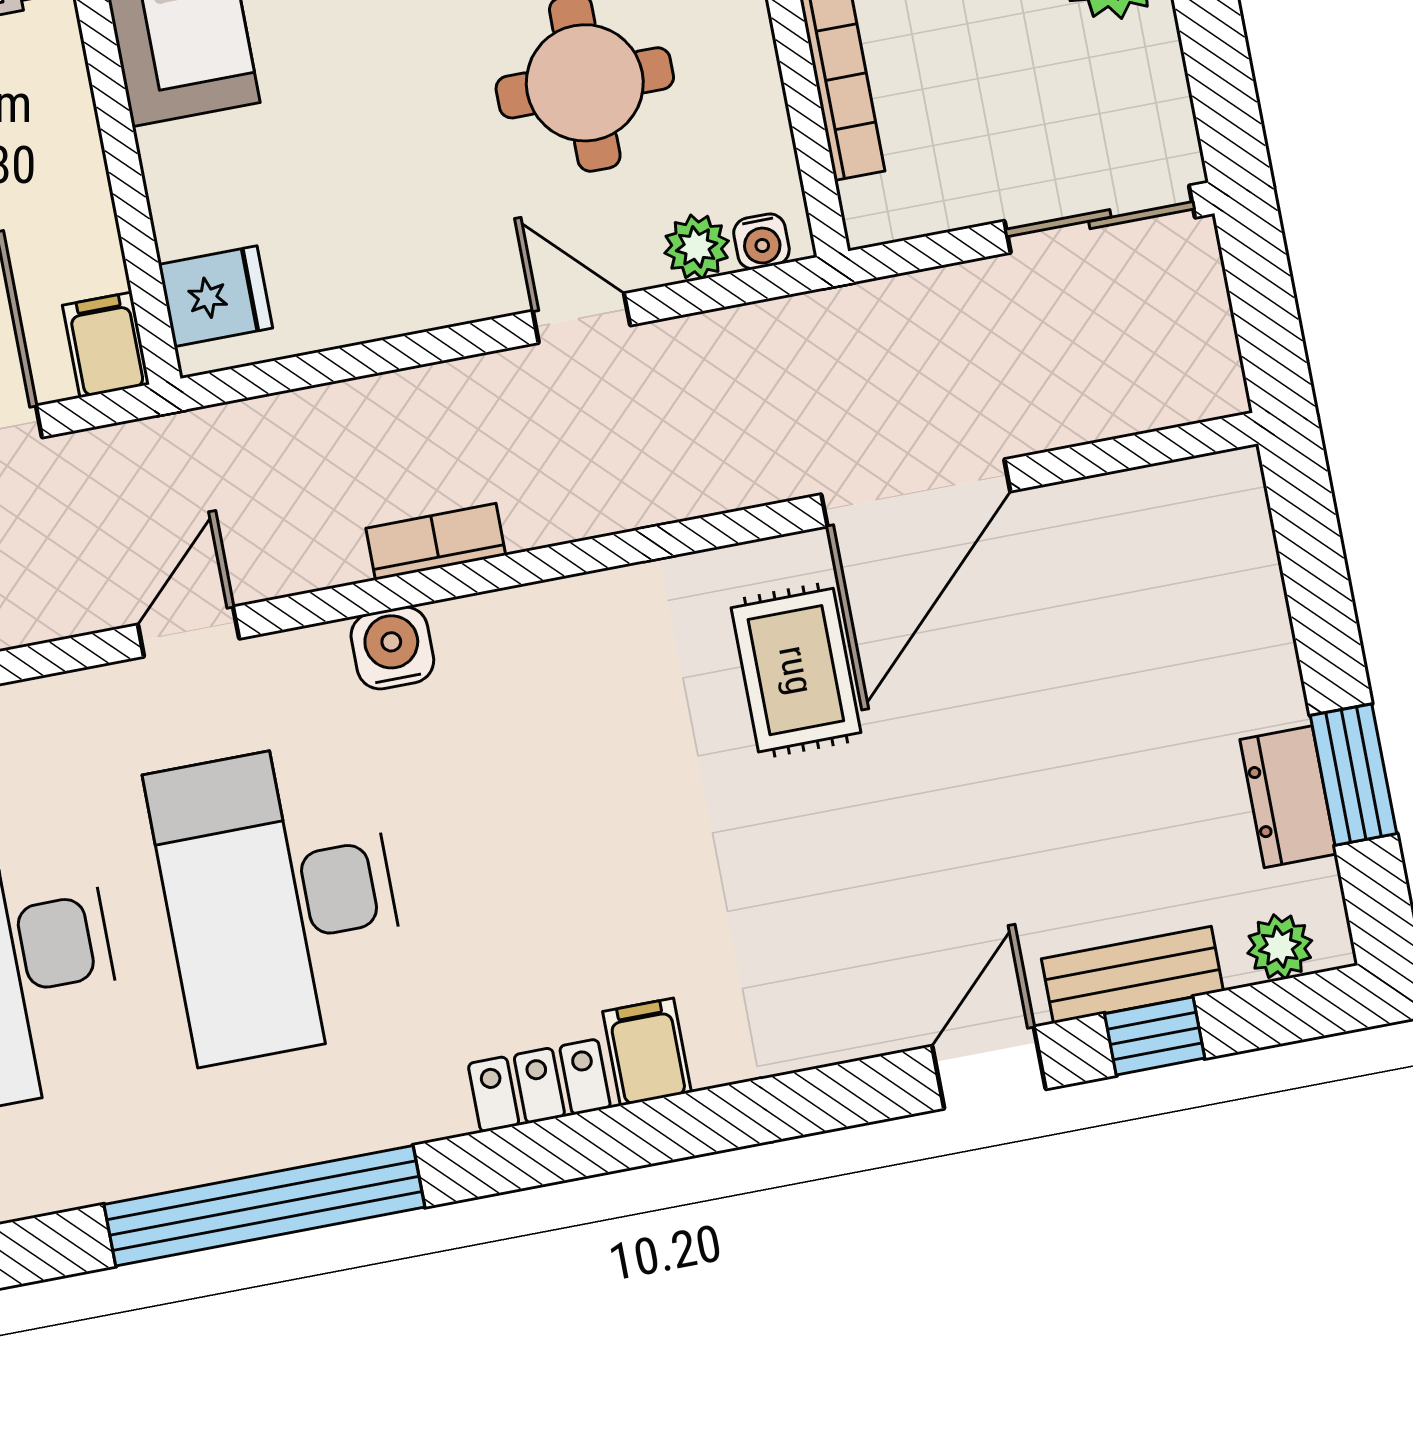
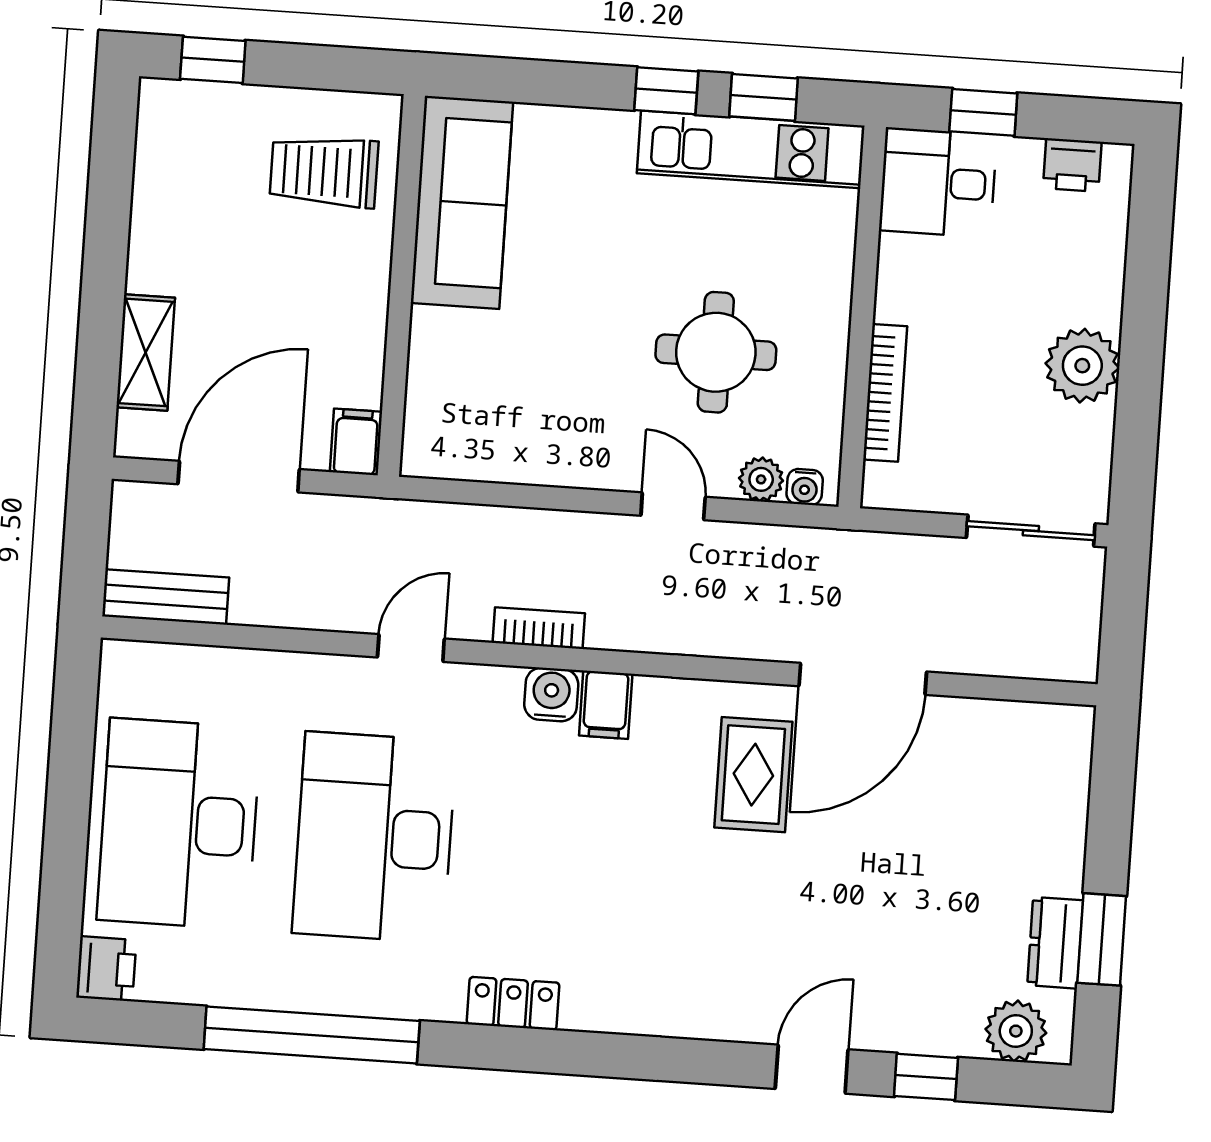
fridge: (216, 296) -> (436, 429), removed
door: (189, 632) -> (411, 648), moved
water cooler: (392, 648) -> (551, 695), moved
plant: (1280, 947) -> (1016, 1031), width x1.38, depth x1.38
bench: (1132, 975) -> (922, 1033), removed
filing cabinet: (647, 1052) -> (606, 705), moved, turned 180

